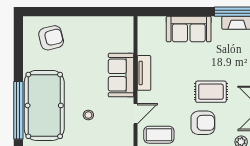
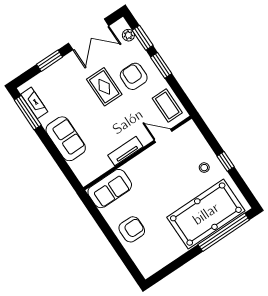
armchair: (51, 38) -> (132, 229), moved, turned 104
sofa: (121, 75) -> (110, 189), moved
stool: (88, 115) -> (204, 168), moved

